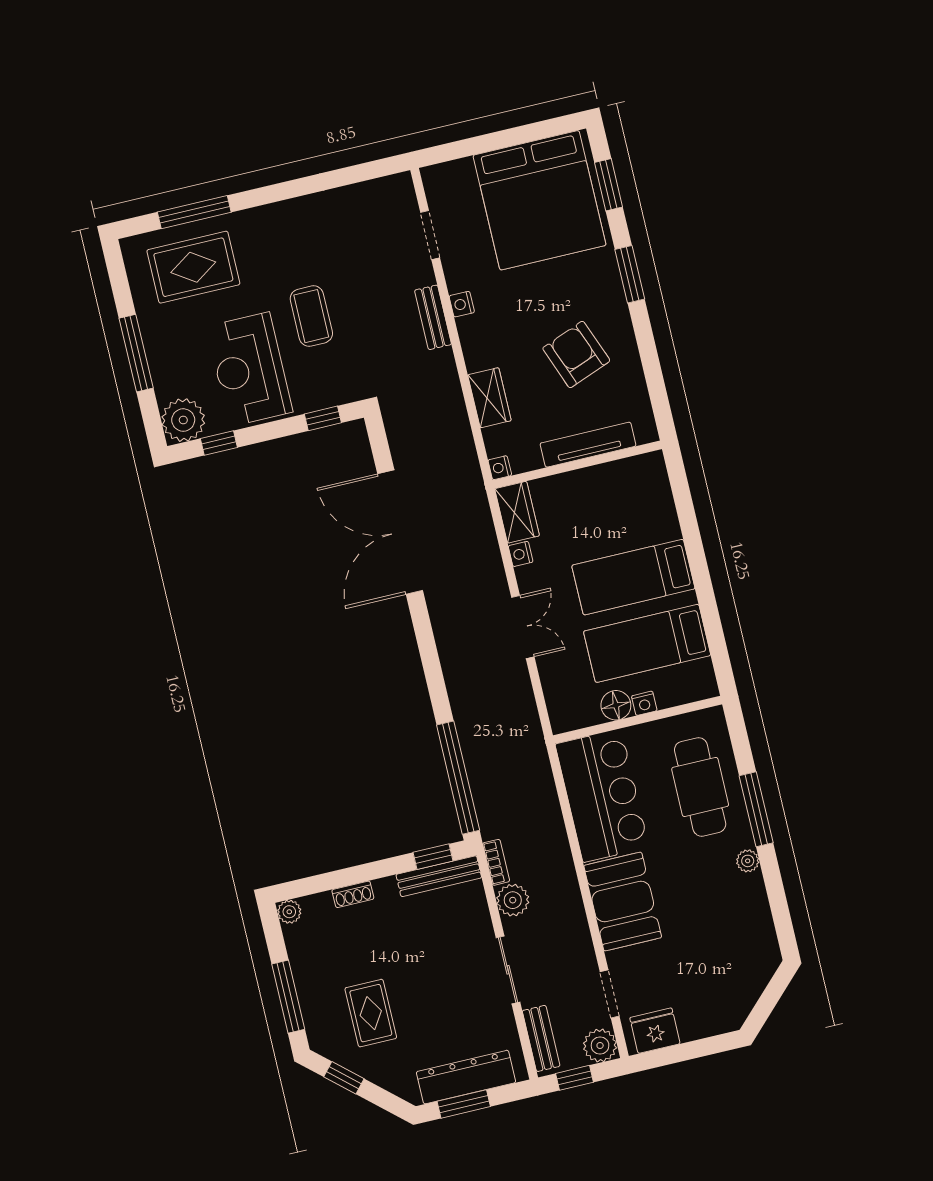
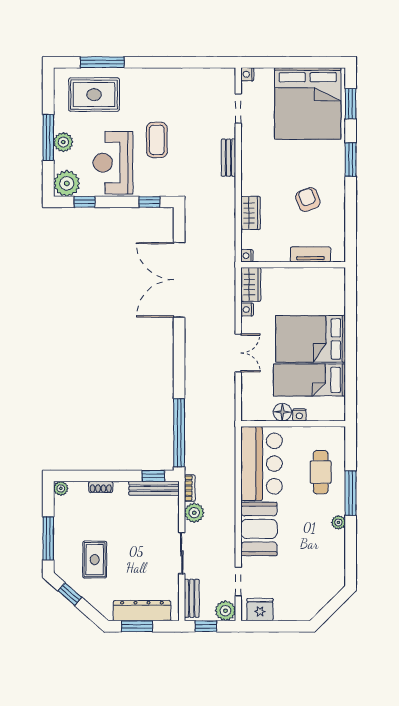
nightstand: (462, 304) -> (247, 74), moved
armchair: (576, 354) -> (308, 200), width x0.72, depth x0.72
plant: (162, 355) -> (63, 142), added
tv unit: (588, 445) -> (310, 254), width x0.71
bed: (633, 577) -> (311, 339), width x1.50
cafe table: (700, 787) -> (321, 472), width x0.73, depth x0.74

